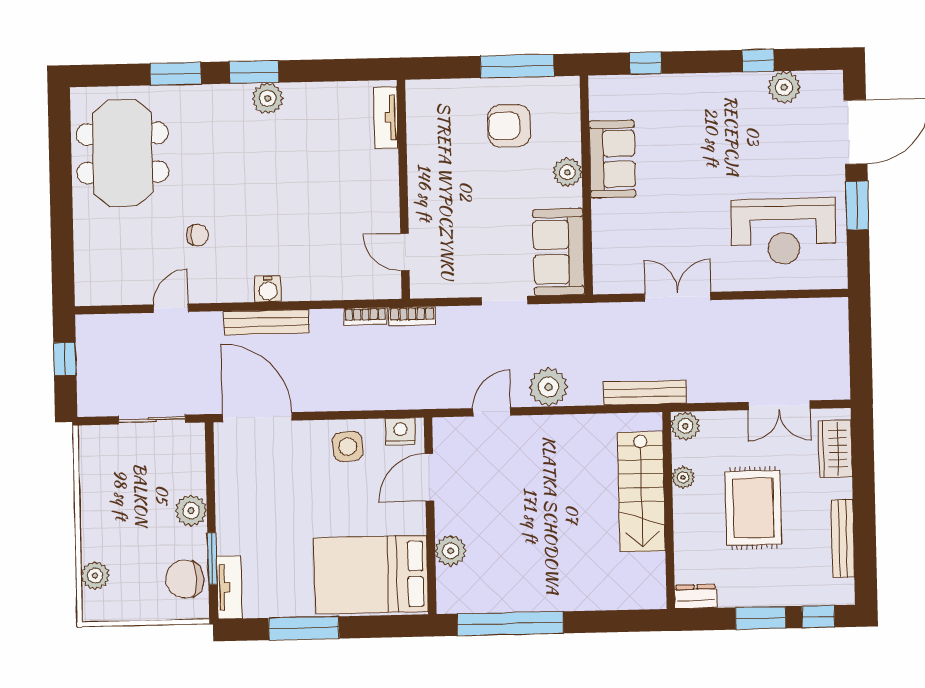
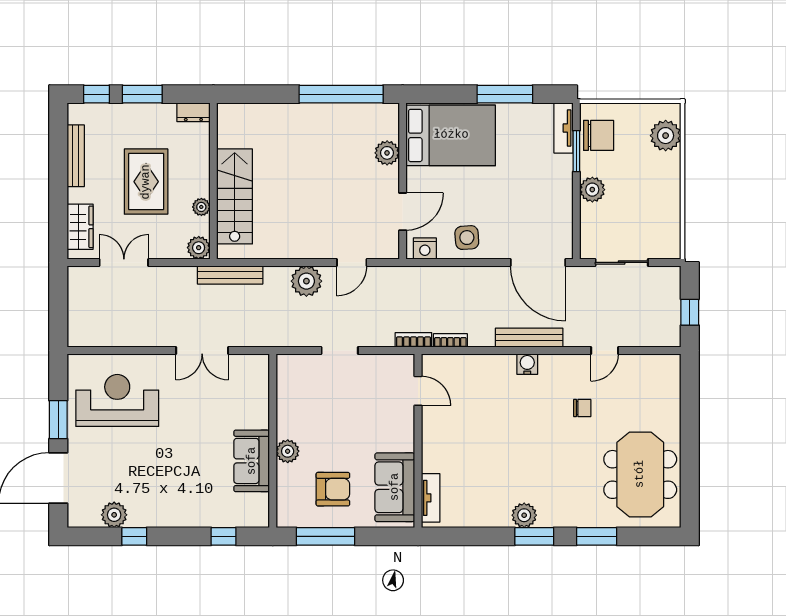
chair: (197, 235) -> (582, 408), turned 180
sofa: (559, 252) -> (395, 487), moved, turned 180
plant: (95, 576) -> (666, 136), width x1.36, depth x1.36

